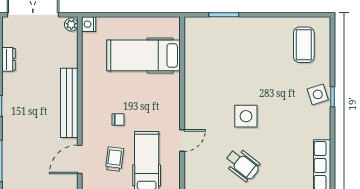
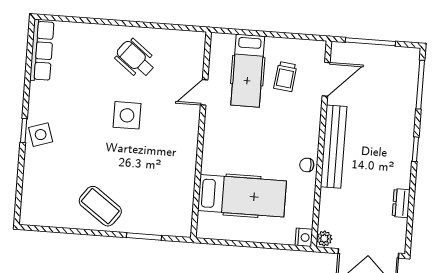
coffee table: (304, 45) -> (100, 206), moved, turned -54
chair: (118, 120) -> (307, 165), moved

